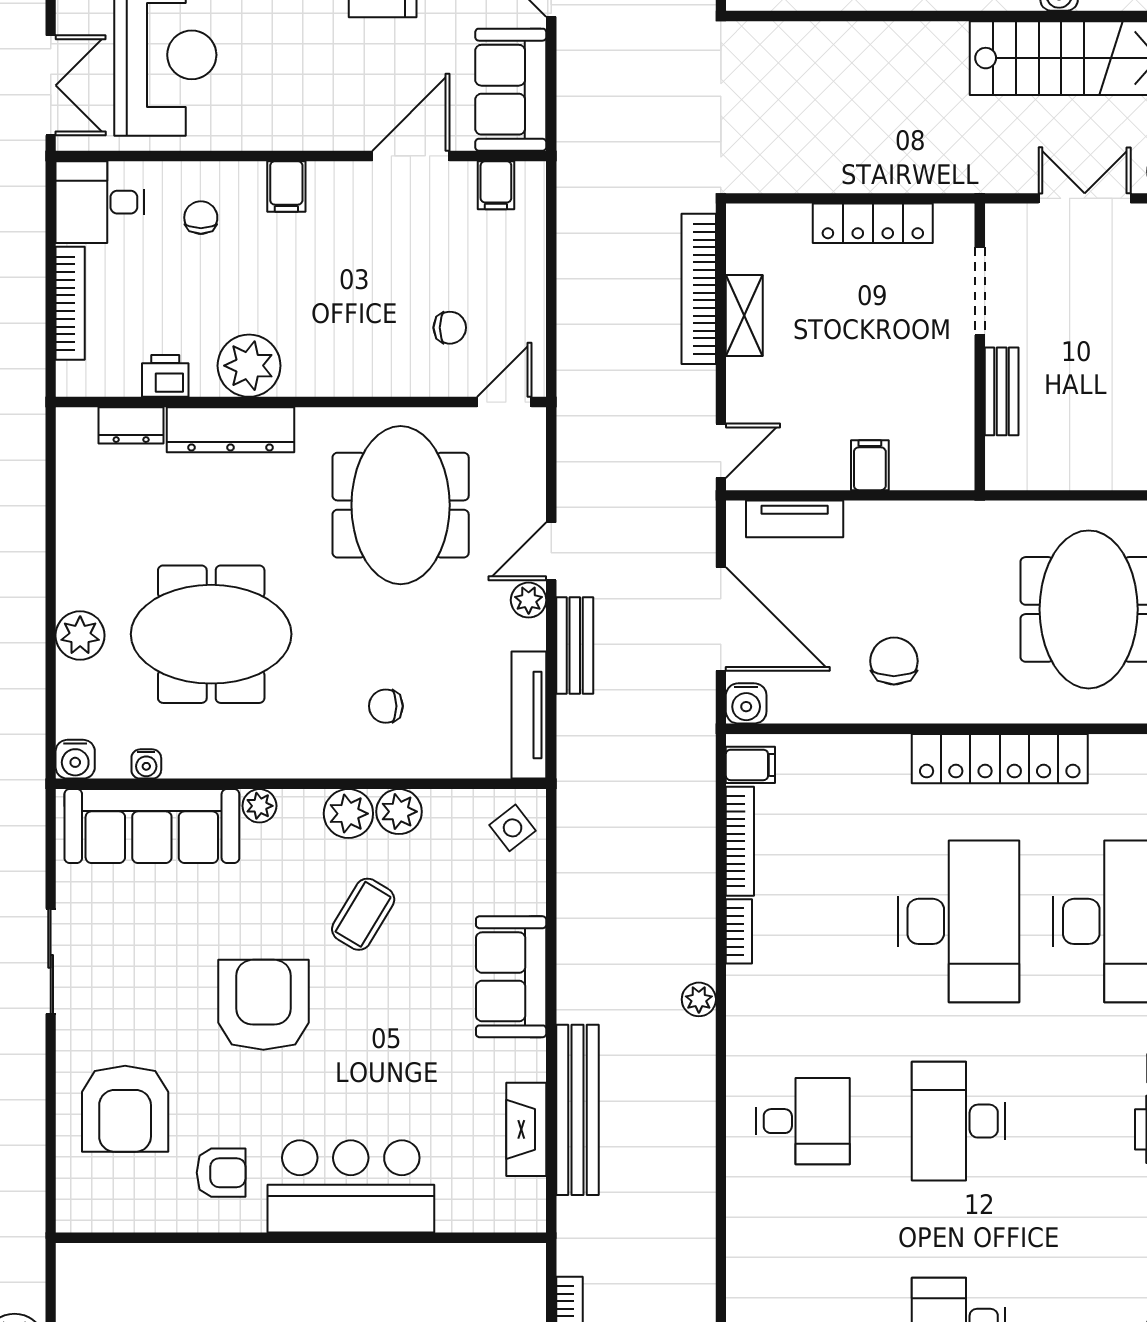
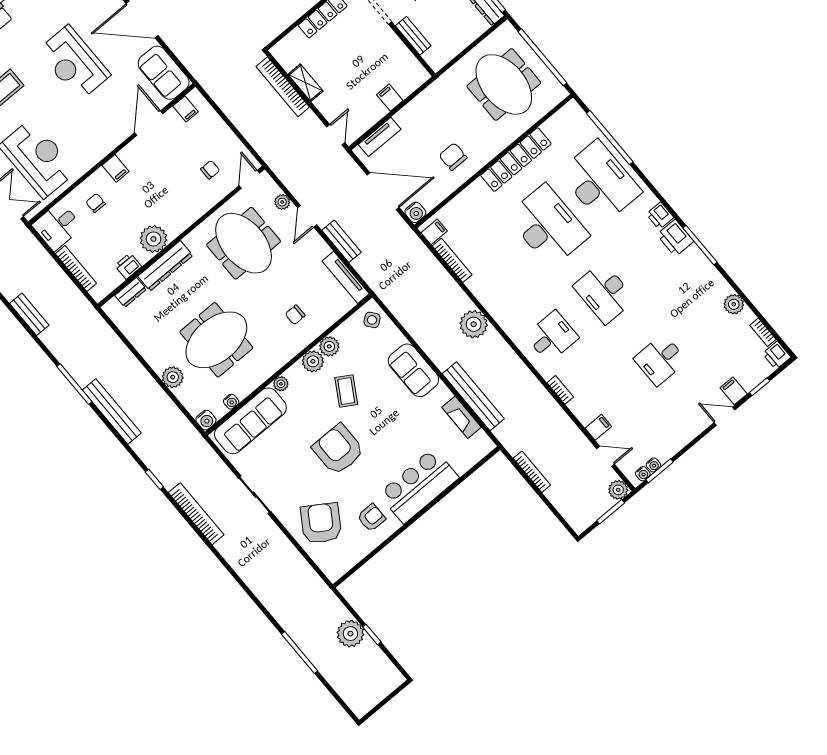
plant: (529, 600) -> (282, 202), moved
bookcase: (739, 931) -> (560, 390), moved
plant: (699, 999) -> (474, 324), width x1.88, depth x1.88
armchair: (125, 1109) -> (321, 523), turned -147

